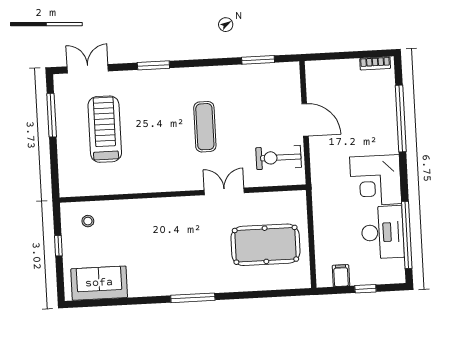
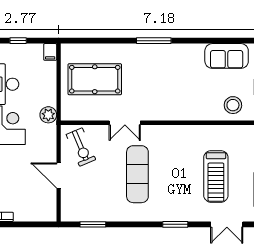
exercise mat: (205, 127) -> (137, 174), width x1.36, depth x1.45
exercise bike: (279, 158) -> (81, 147), turned 67
plant: (322, 196) -> (48, 115), added
stool: (88, 221) -> (233, 105), width x1.89, depth x1.89
filing cabinet: (341, 276) -> (50, 52), moved

